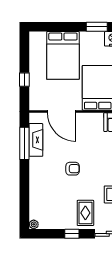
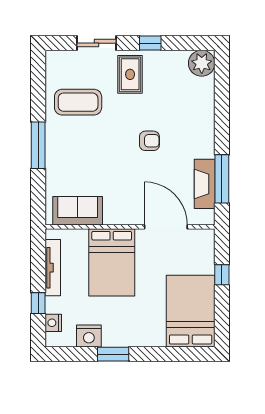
bed: (63, 55) -> (191, 311), moved
armchair: (73, 169) -> (149, 141), turned 180
plant: (34, 224) -> (202, 63), width x1.87, depth x1.87

